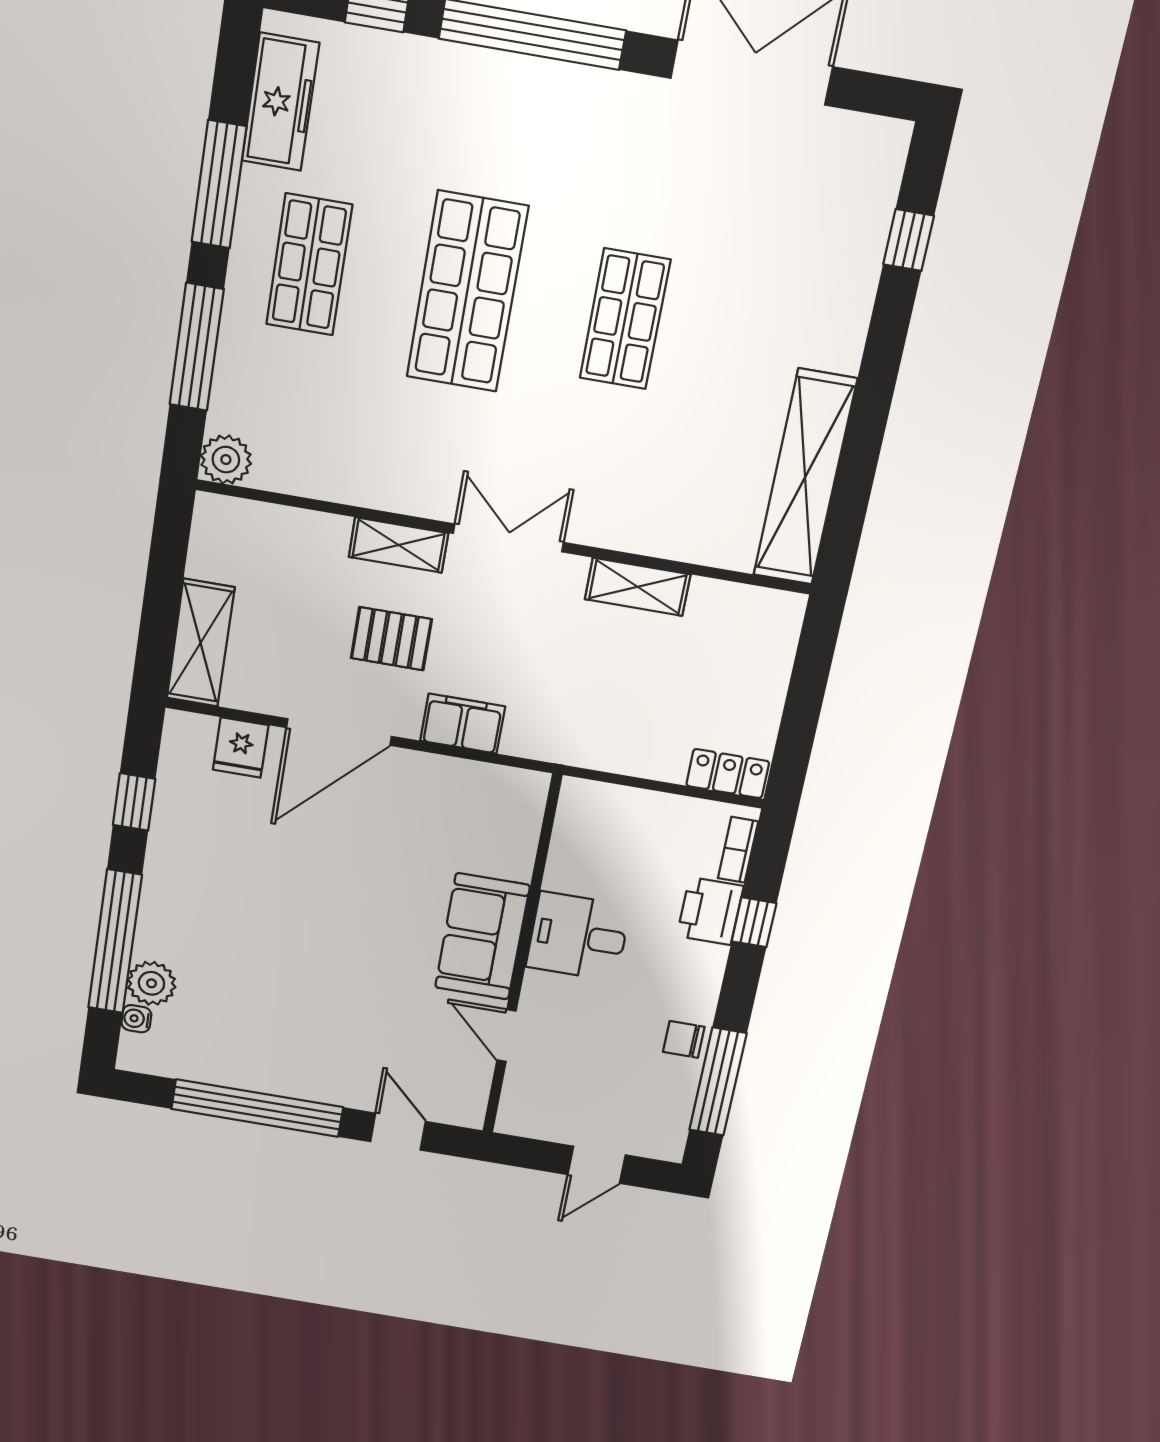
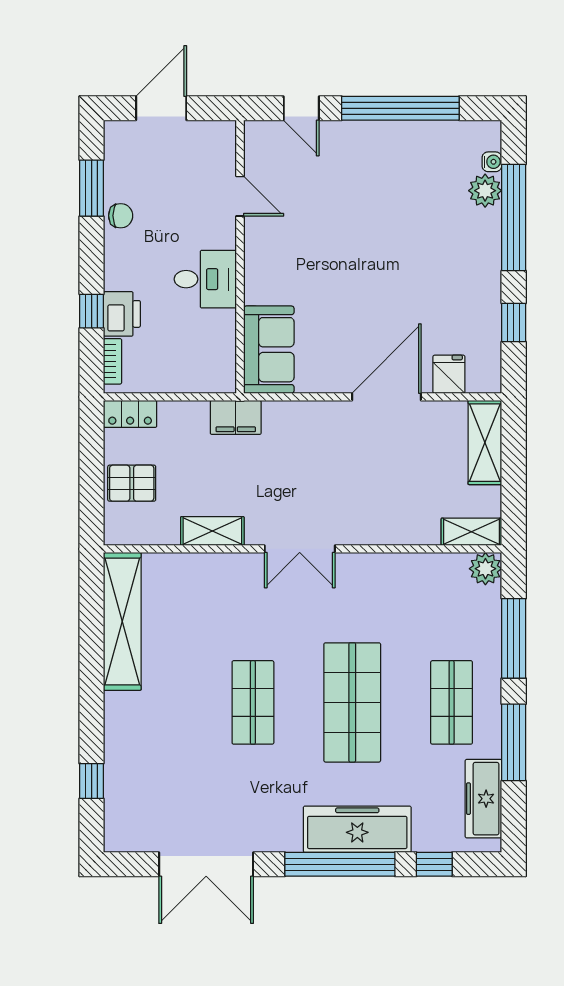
freezer: (494, 87) -> (357, 829), added
shelving: (399, 545) -> (471, 532), moved
pallet: (391, 639) -> (132, 483), moved
filing cabinet: (463, 724) -> (236, 417), moved
sofa: (482, 937) -> (269, 350), moved
window: (718, 1082) -> (92, 188), width x0.69
door: (597, 1165) -> (161, 108), width x1.38

